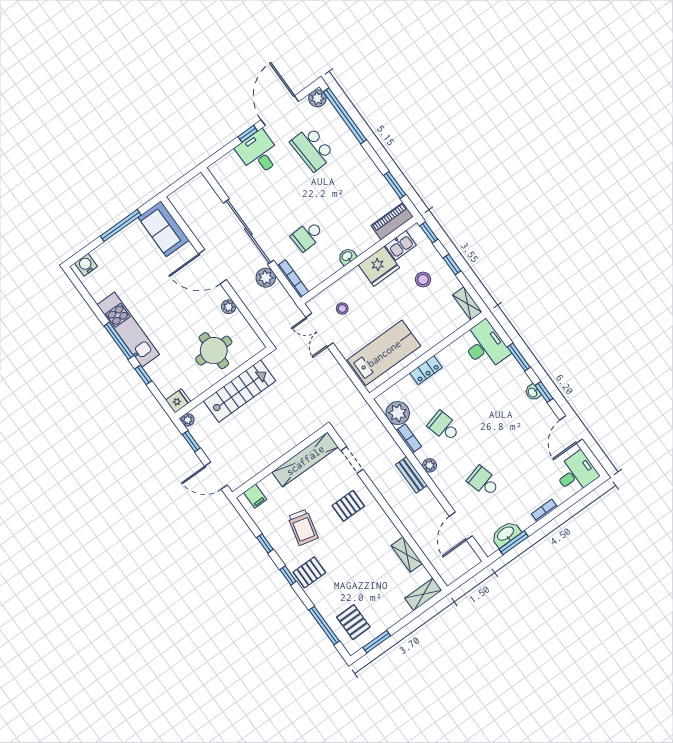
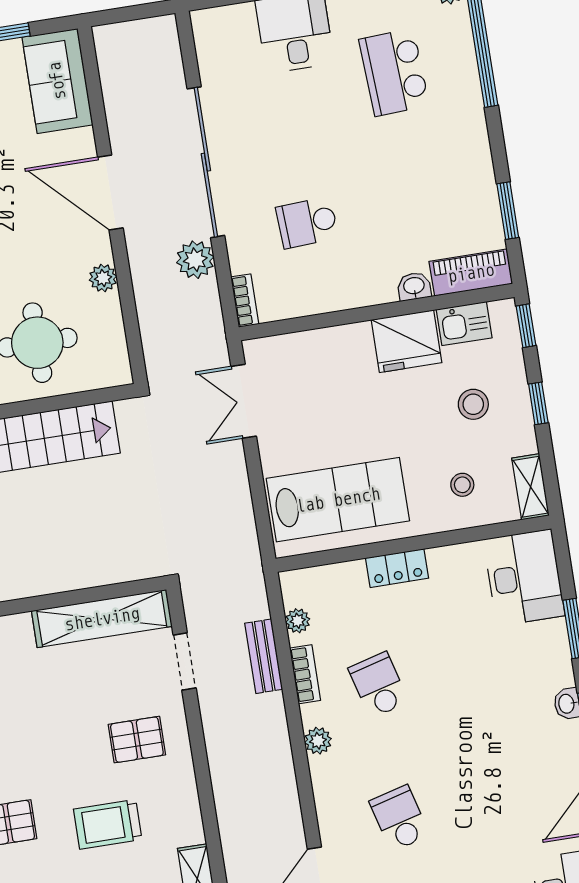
washbasin: (347, 256) -> (414, 286), moved
bookcase: (293, 279) -> (245, 301), width x0.64
stool: (342, 309) -> (462, 485), moved
plant: (398, 413) -> (298, 621), width x0.53, depth x0.53
bench: (411, 475) -> (264, 656), moved
trolley: (303, 527) -> (108, 824), moved, turned 76

